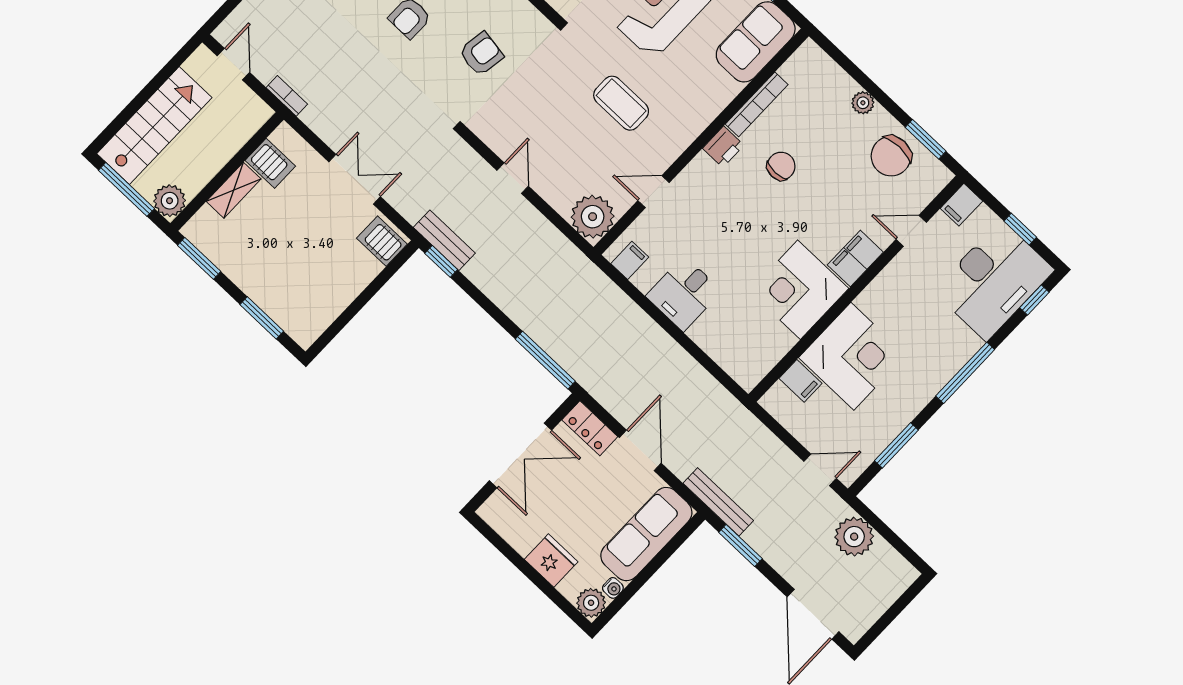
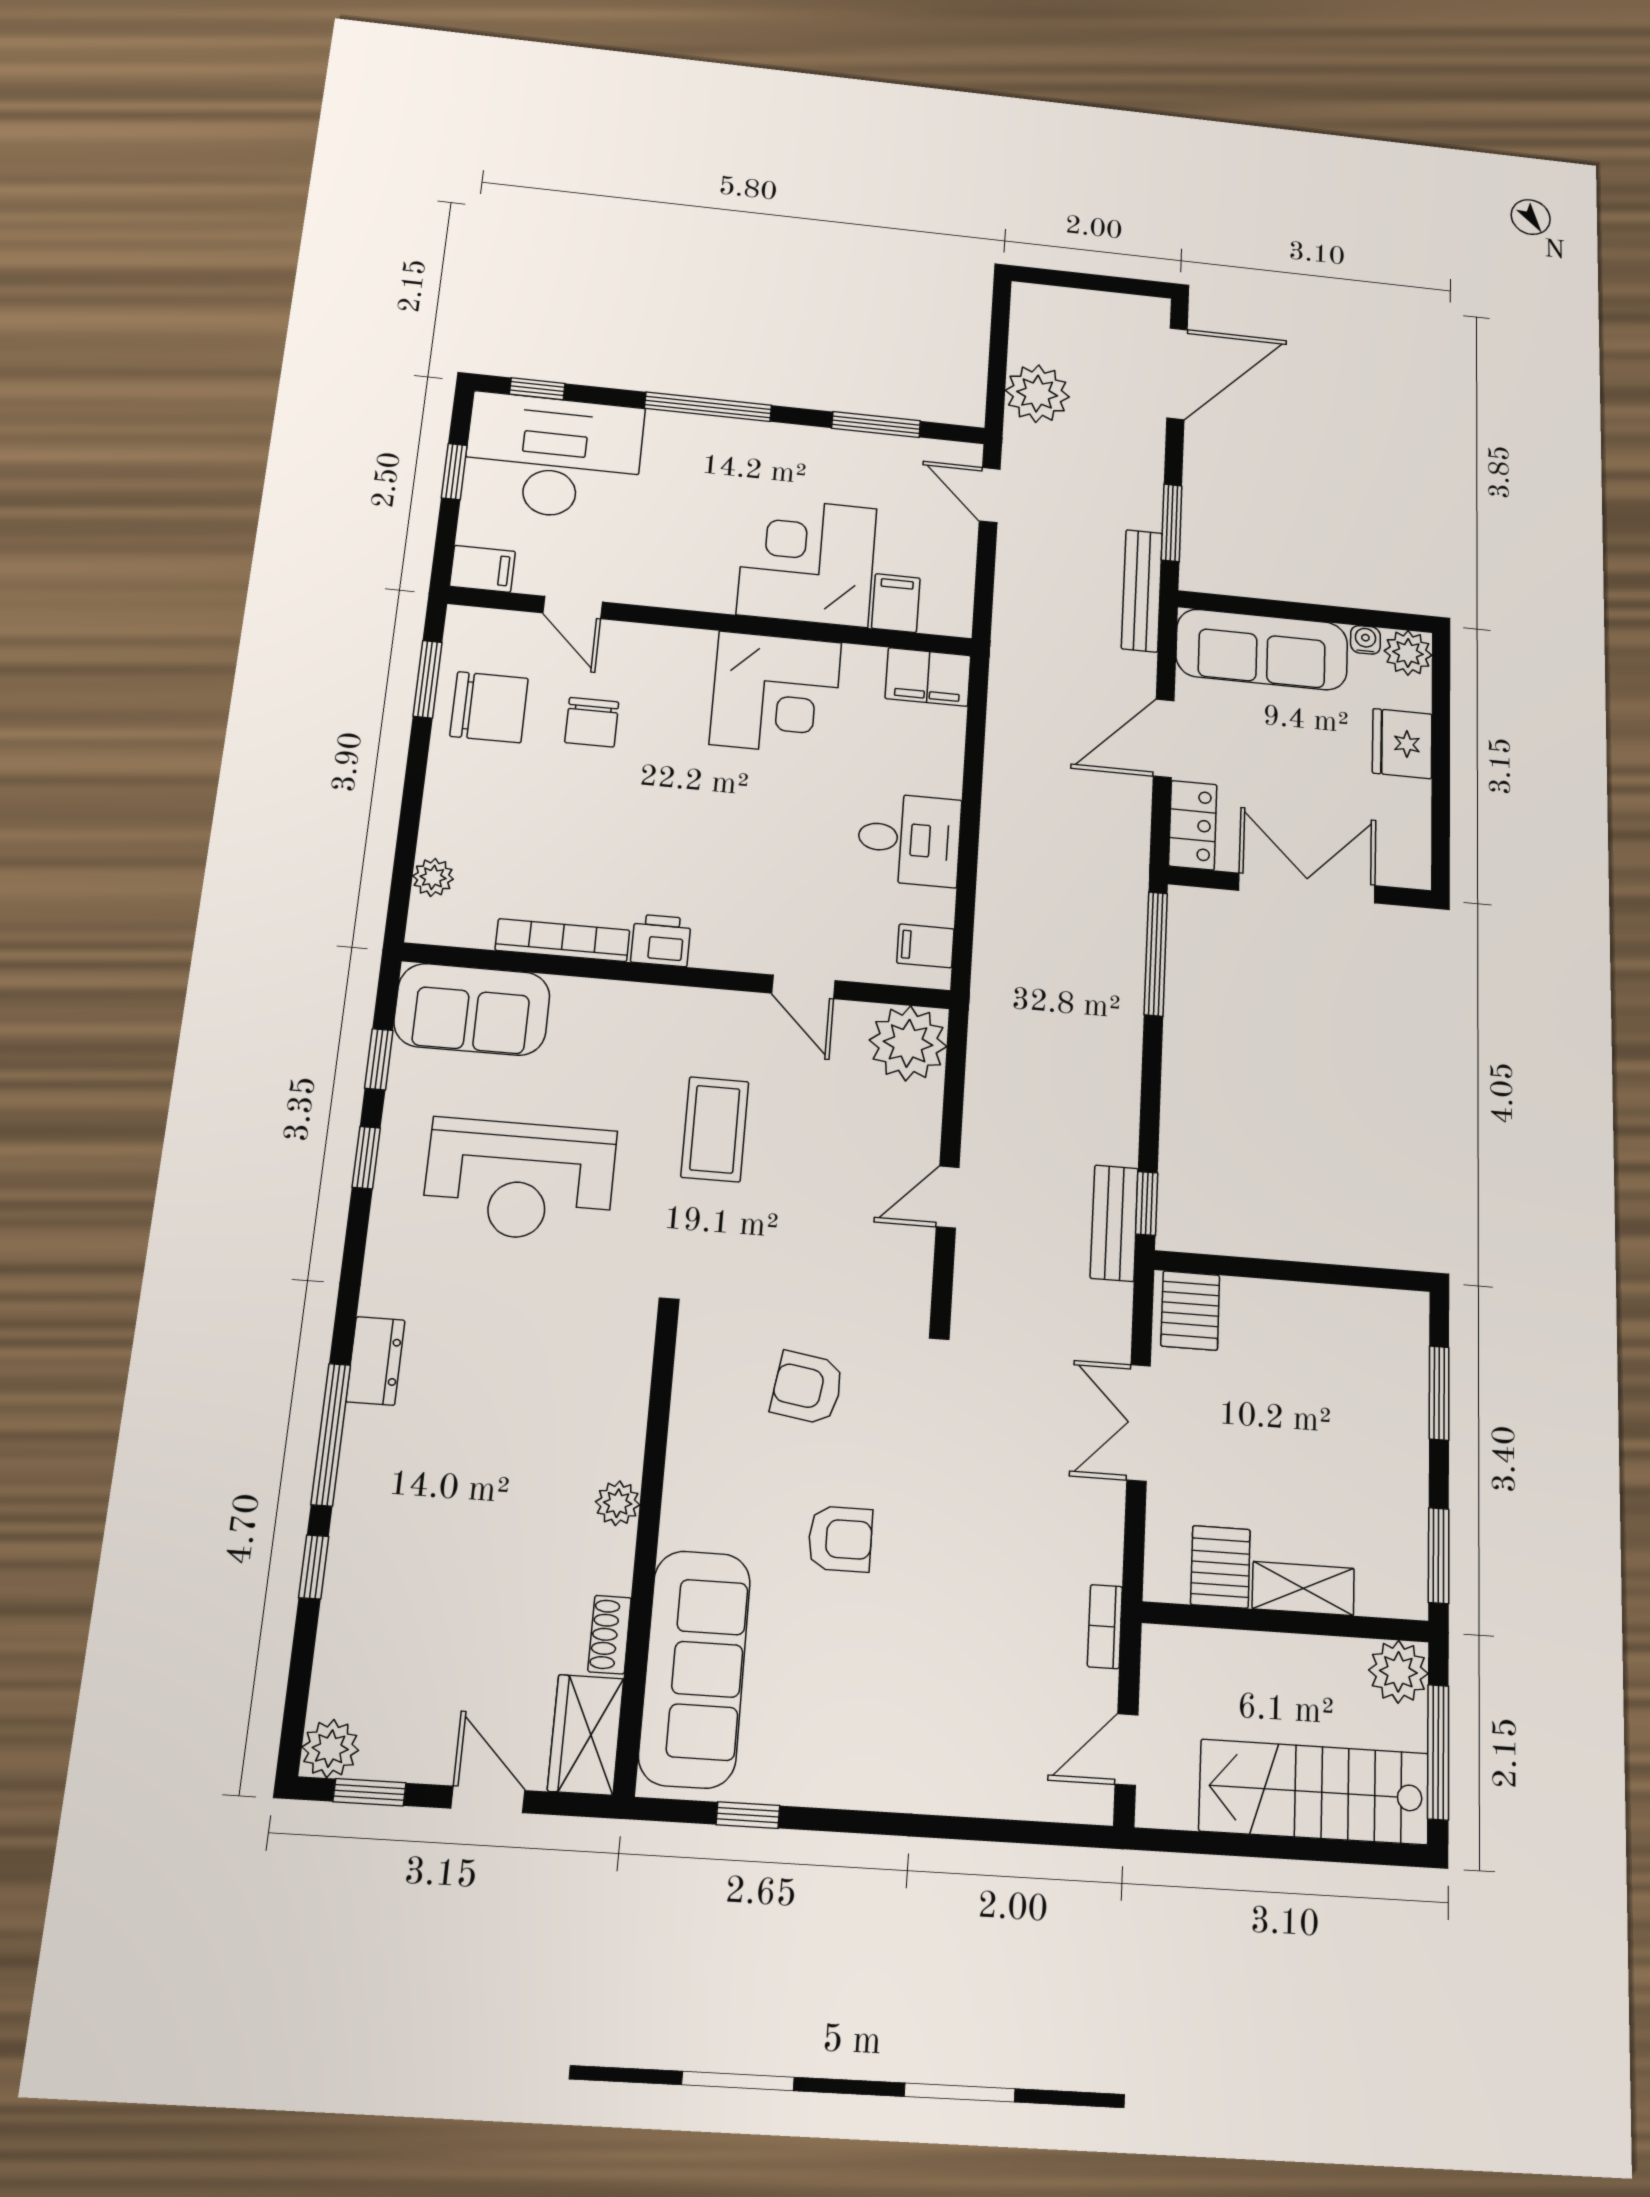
plant: (863, 103) -> (433, 877), moved
chair: (781, 166) -> (592, 722), moved, turned -90
filing cabinet: (855, 258) -> (928, 677), moved

